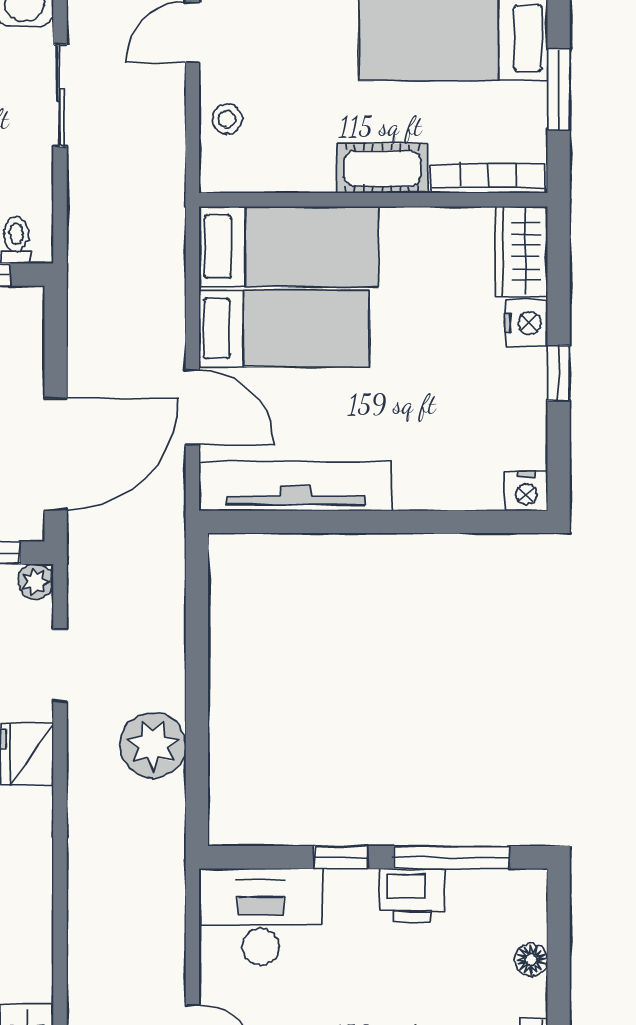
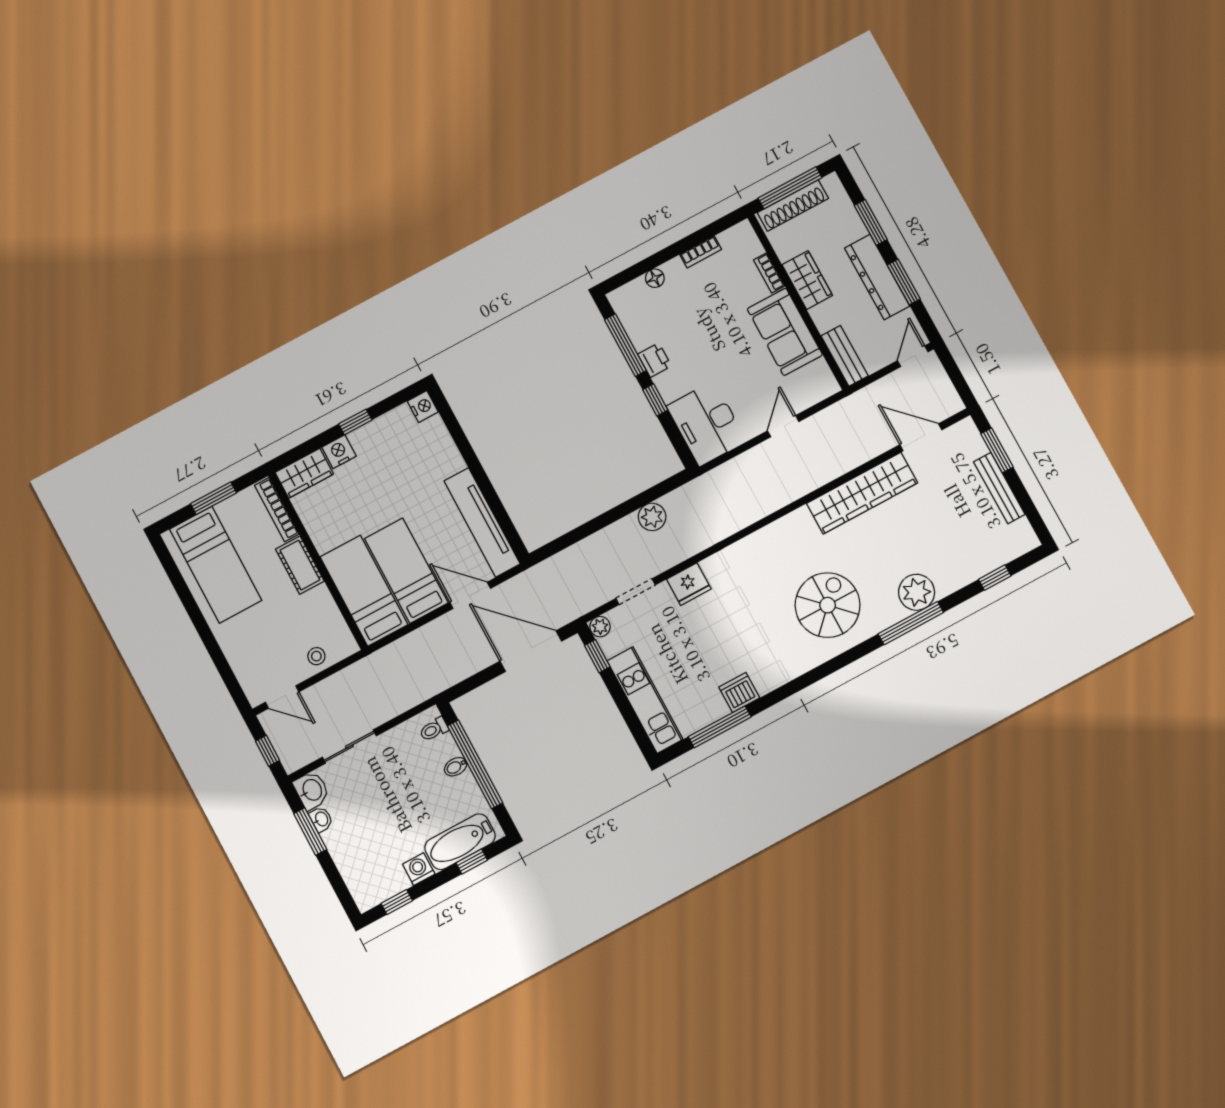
door: (192, 407) -> (470, 595), hinge flipped
plant: (153, 745) -> (652, 517), width x0.73, depth x0.73
printer: (412, 895) -> (655, 360), width x0.73, depth x0.81

